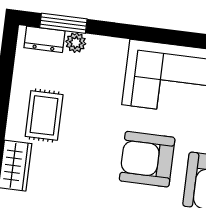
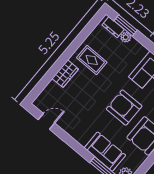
rug: (44, 115) -> (92, 60), turned 90

